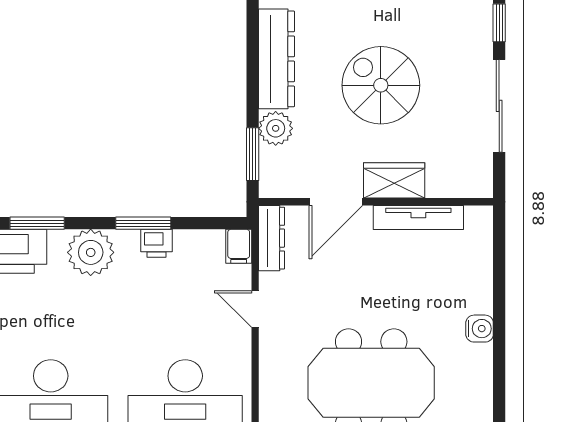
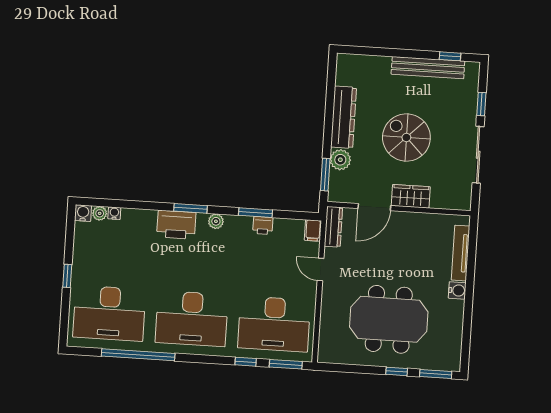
tv unit: (418, 217) -> (461, 253), moved, turned 90
plant: (91, 252) -> (216, 221), width x0.53, depth x0.53

